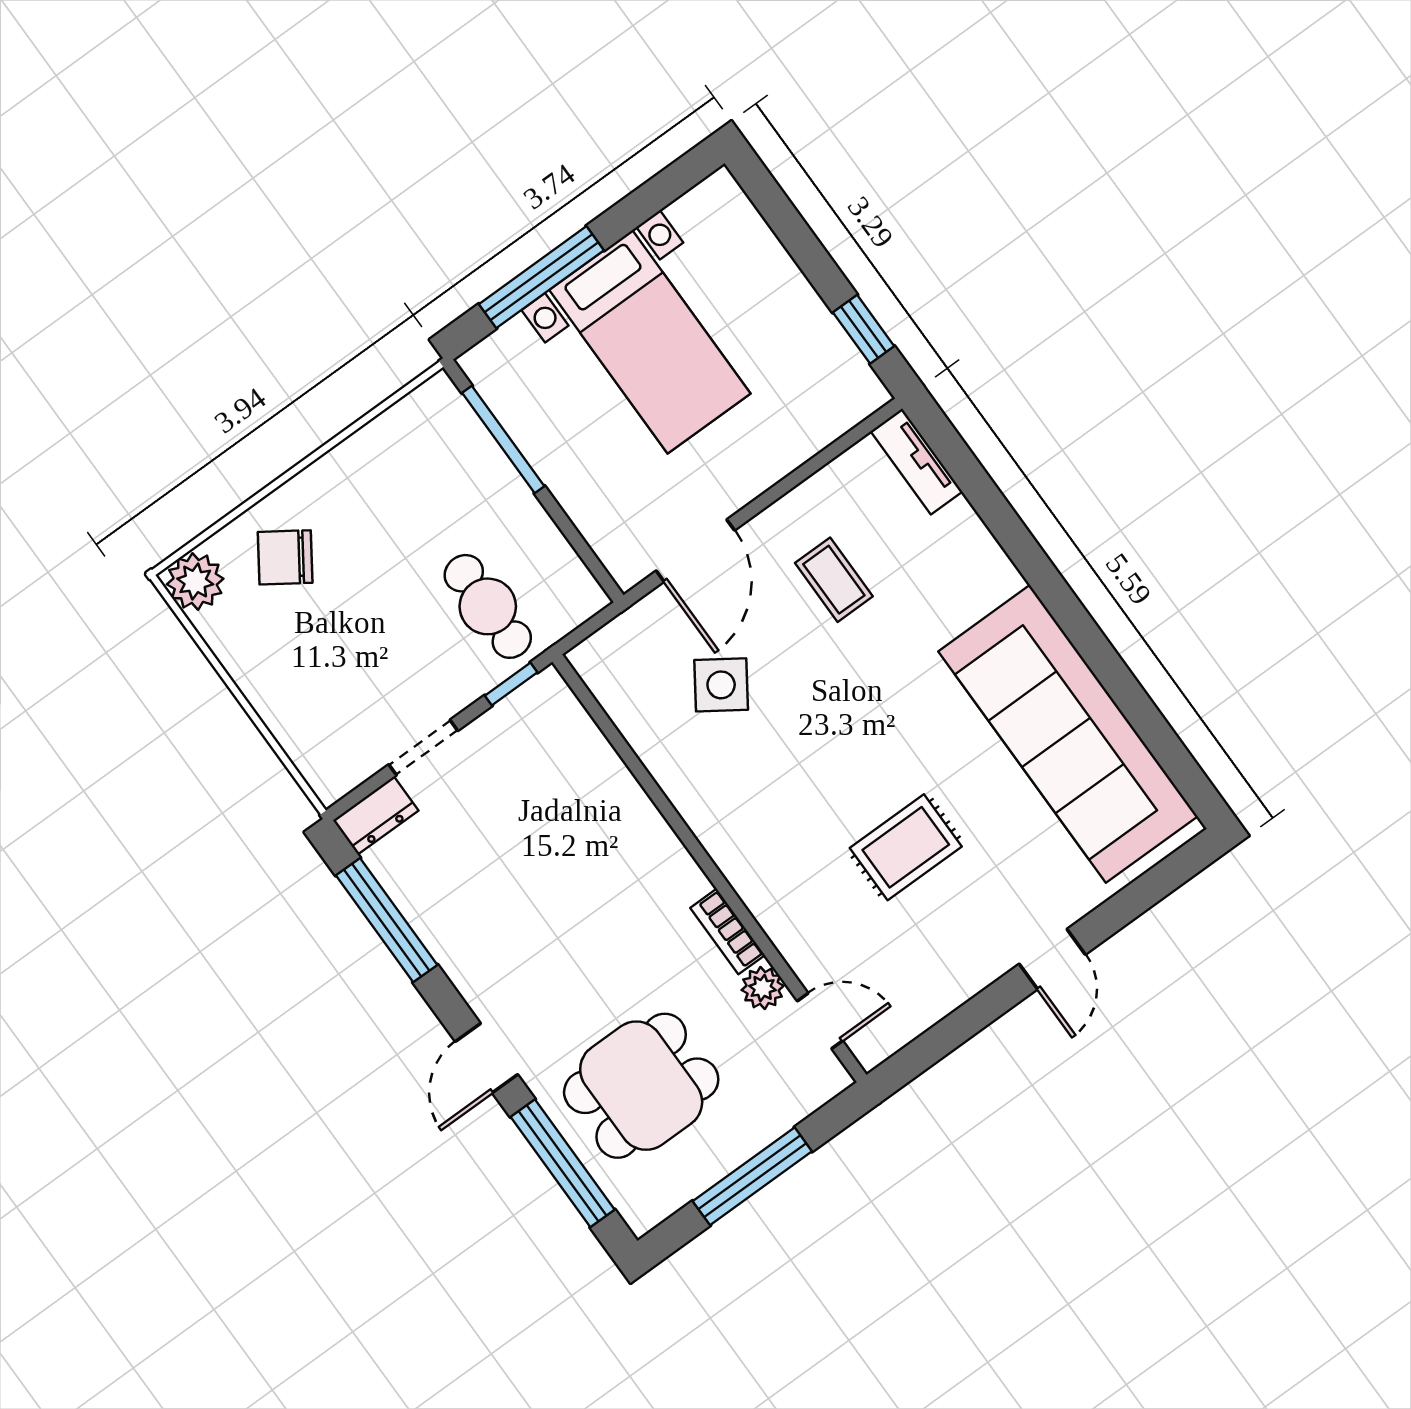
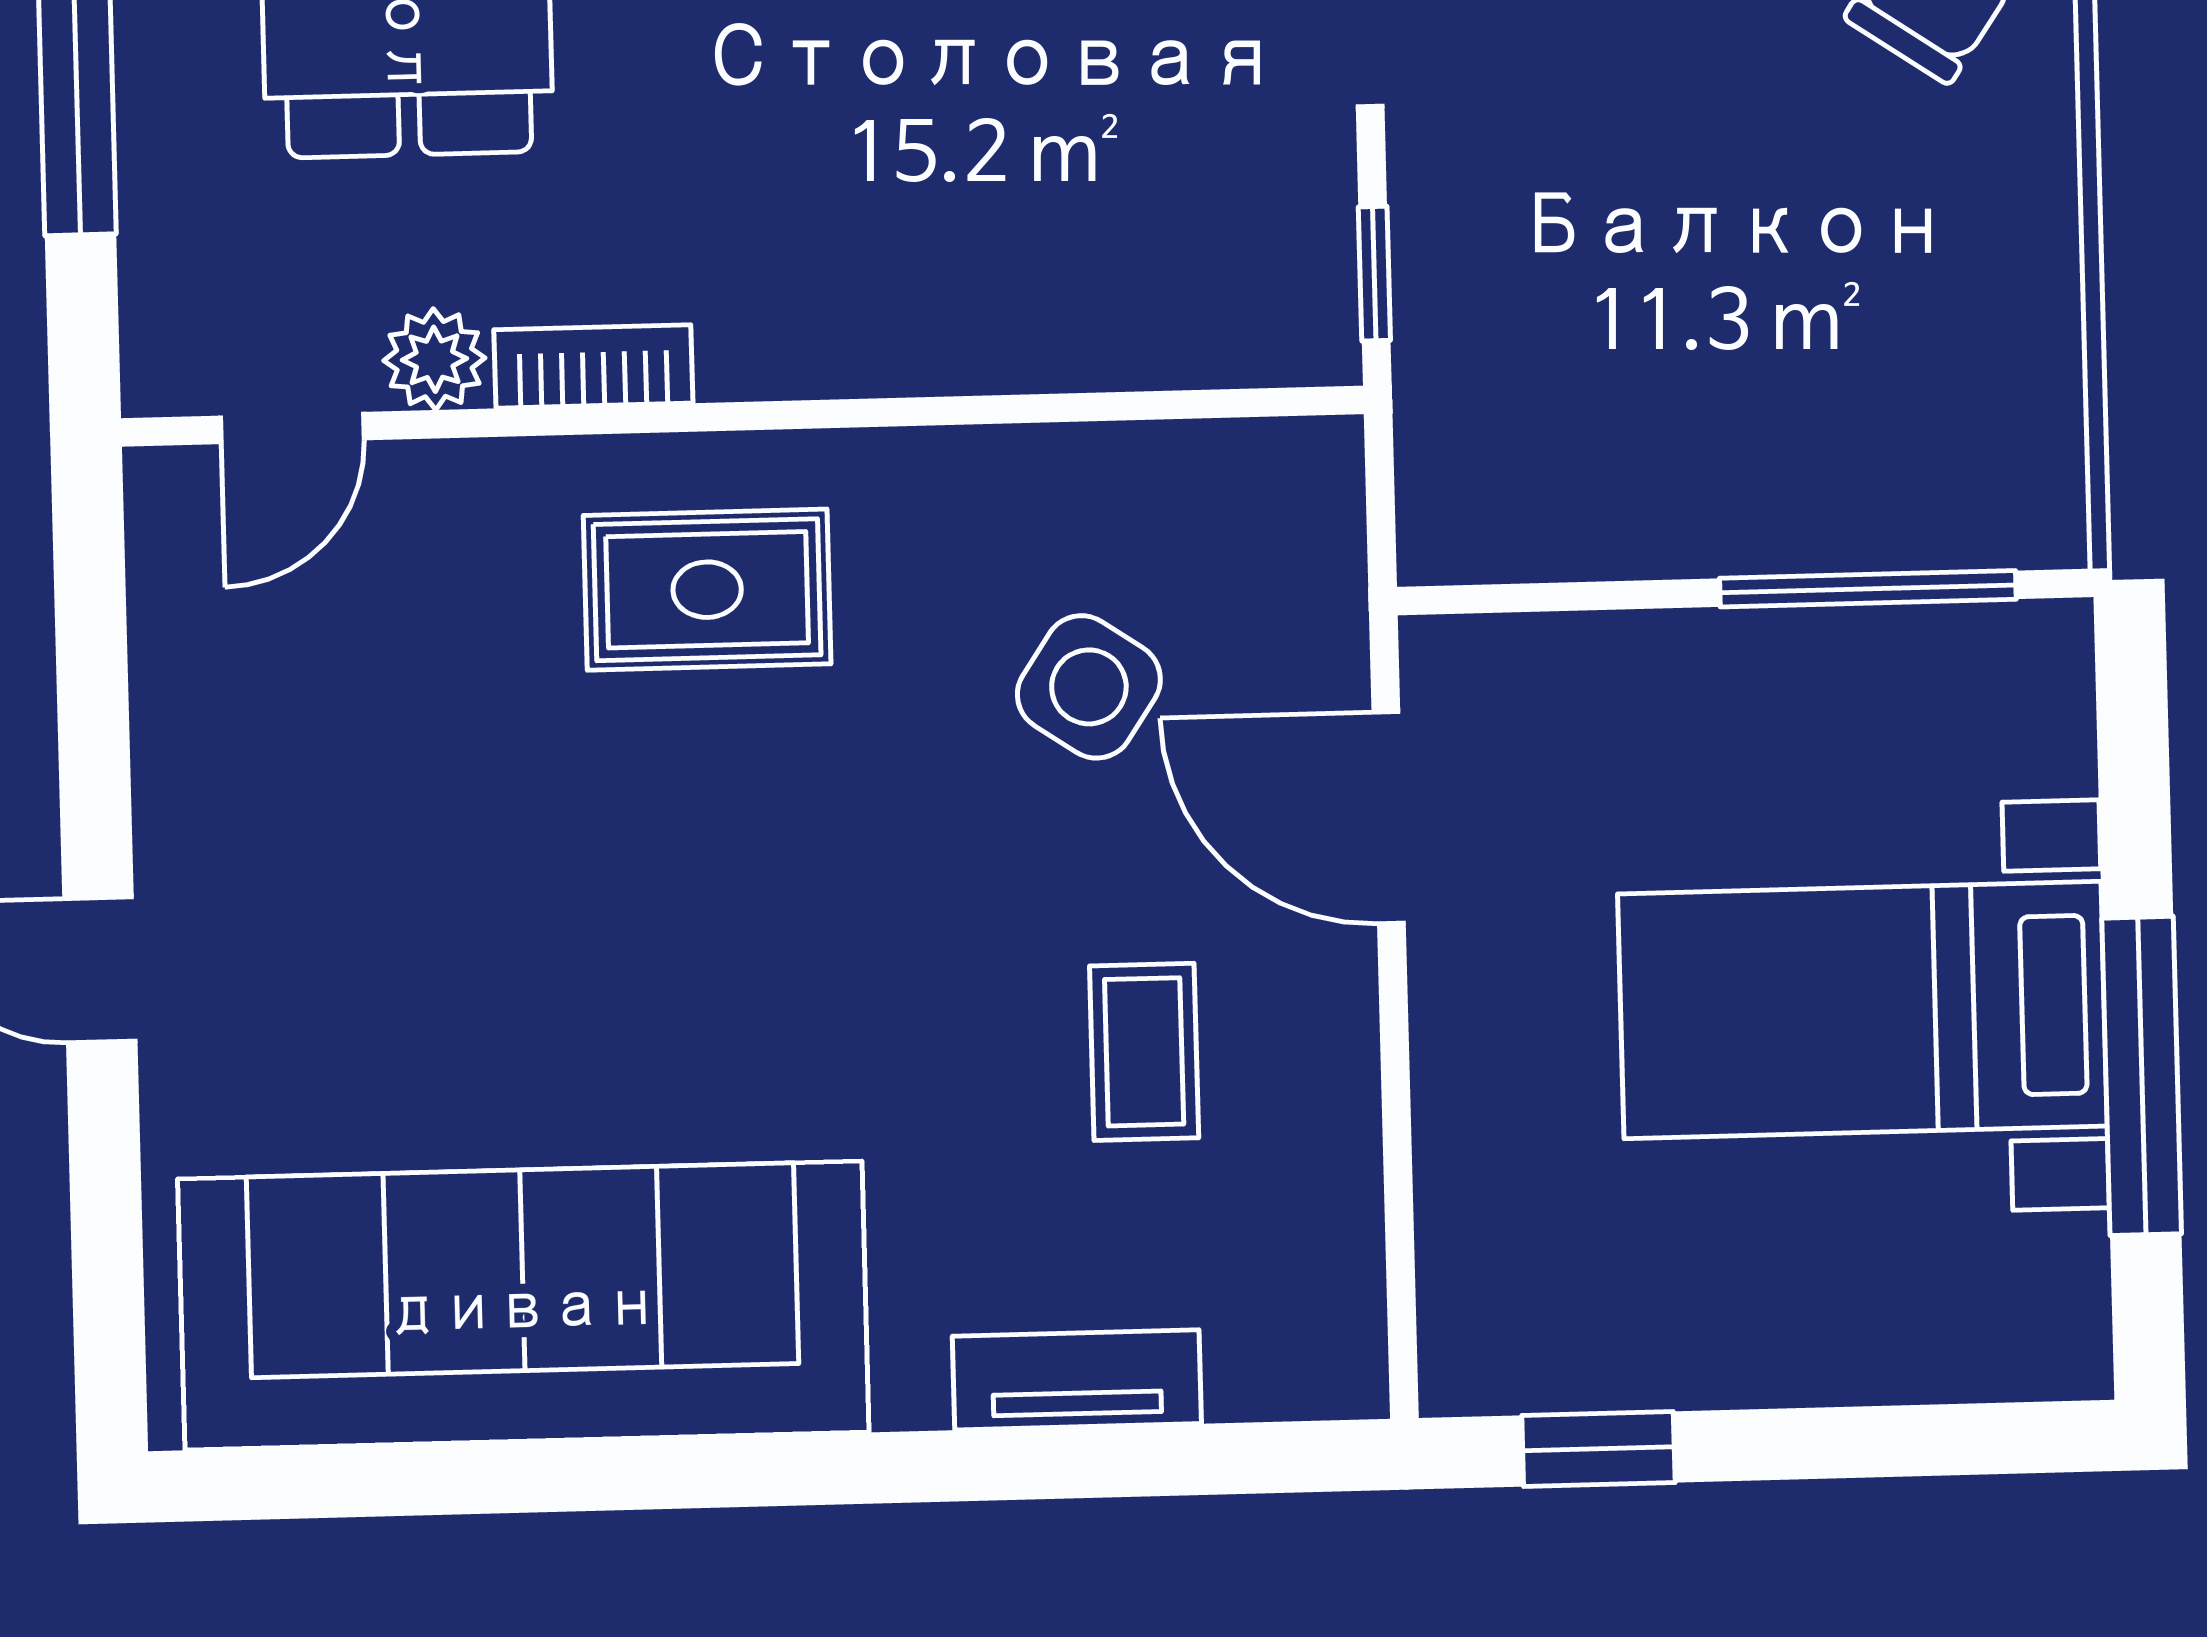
window: (541, 277) -> (2142, 1076), moved
tv unit: (917, 461) -> (1077, 1380), moved
coffee table: (834, 580) -> (1144, 1052), turned 90
cafe table: (488, 606) -> (1559, 332), removed
rug: (906, 847) -> (707, 590), moved, turned 90

